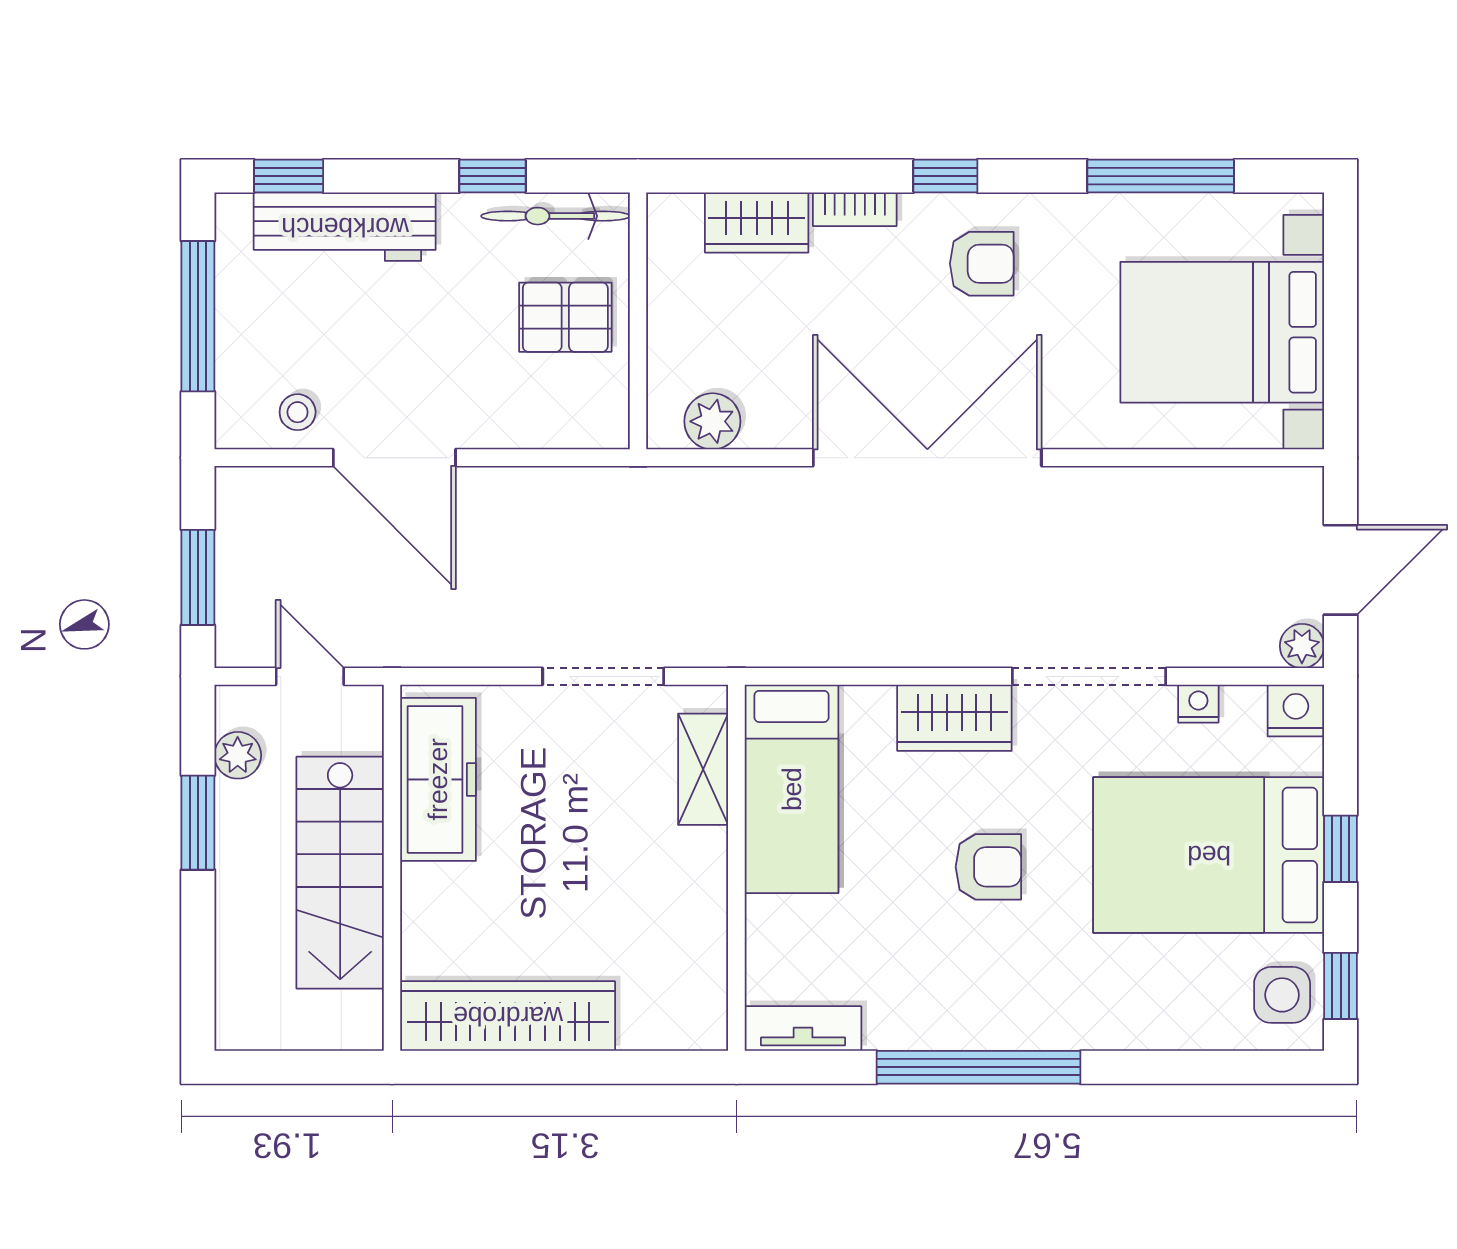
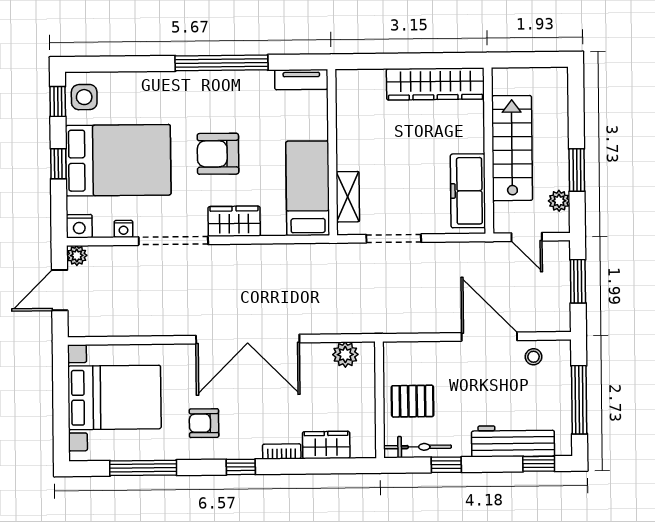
armchair: (982, 264) -> (204, 423), moved
armchair: (988, 867) -> (218, 154), width x1.38, depth x1.38

